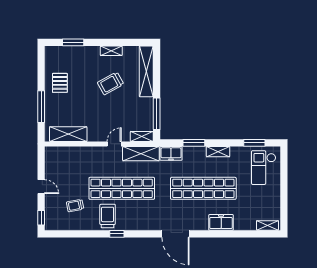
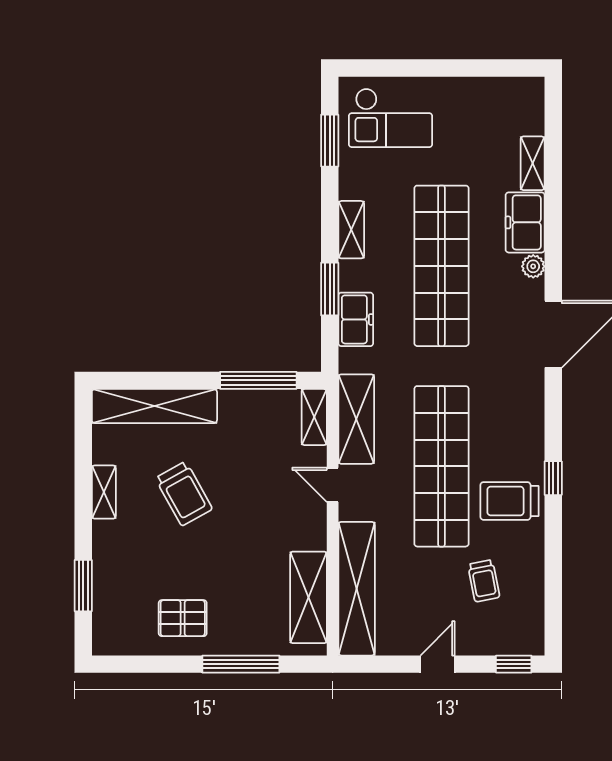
freezer: (171, 153) -> (356, 319), moved
shelving: (72, 154) -> (357, 589), added
shelving: (267, 225) -> (533, 163), moved
plant: (203, 226) -> (533, 266), added

